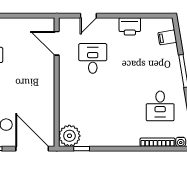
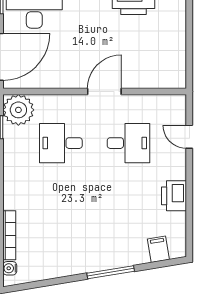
door: (57, 43) -> (104, 92), moved
desk: (160, 106) -> (61, 143), moved

